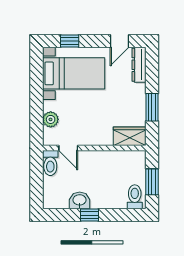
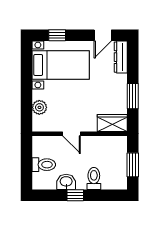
door: (68, 148) -> (72, 134), moved
toilet: (50, 163) -> (44, 165), moved, turned -90
toilet: (135, 197) -> (94, 178), moved

